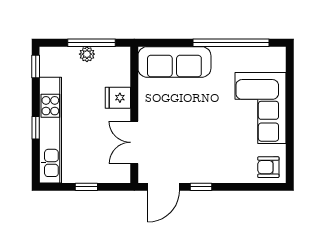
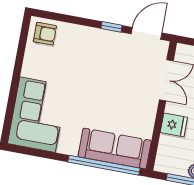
window: (231, 43) -> (104, 165), moved
corner sofa: (261, 108) -> (37, 115), moved

